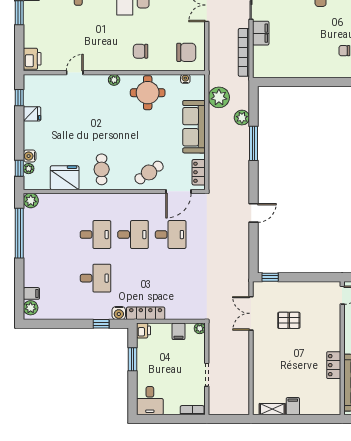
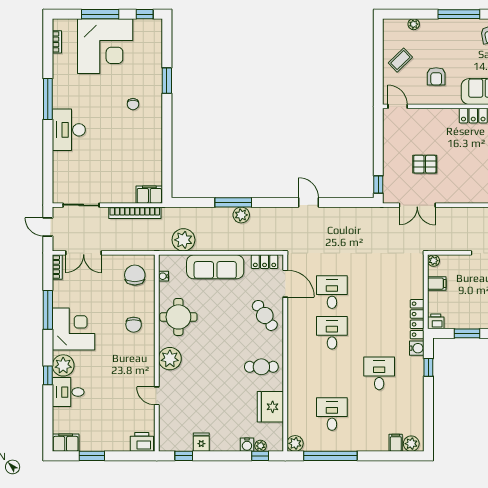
filing cabinet: (261, 33) -> (149, 195), moved
plant: (114, 80) -> (170, 359), width x1.88, depth x1.88
plant: (242, 118) -> (241, 215), moved
desk: (95, 235) -> (332, 414), moved
pallet: (289, 320) -> (425, 164), turned 90

